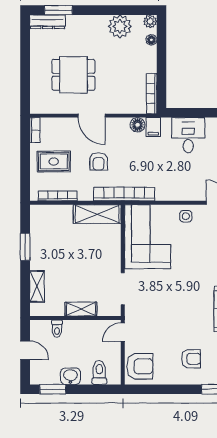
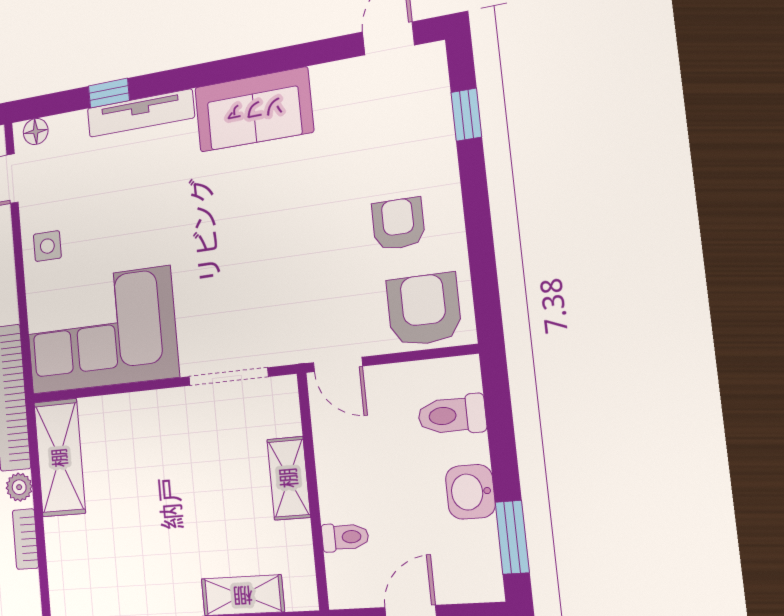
plant: (86, 195) -> (19, 487), added
bookcase: (58, 196) -> (25, 539), width x0.64
armchair: (191, 359) -> (398, 224), moved

